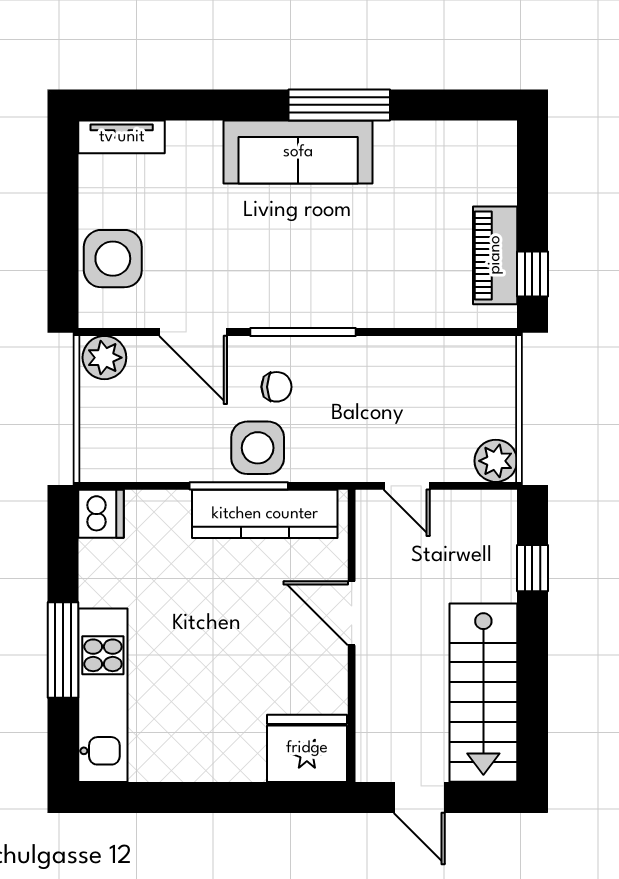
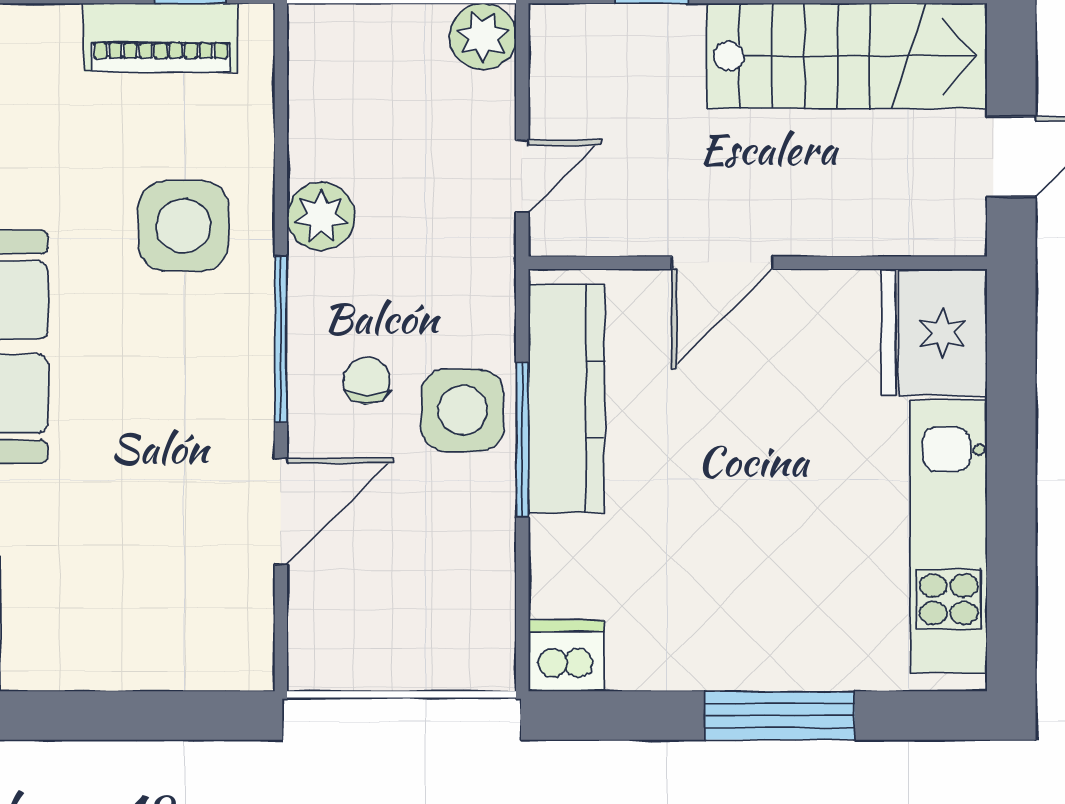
side table: (113, 259) -> (183, 226), moved
plant: (104, 358) -> (321, 216), moved
kitchen unit: (103, 695) -> (949, 537), moved, turned -90

